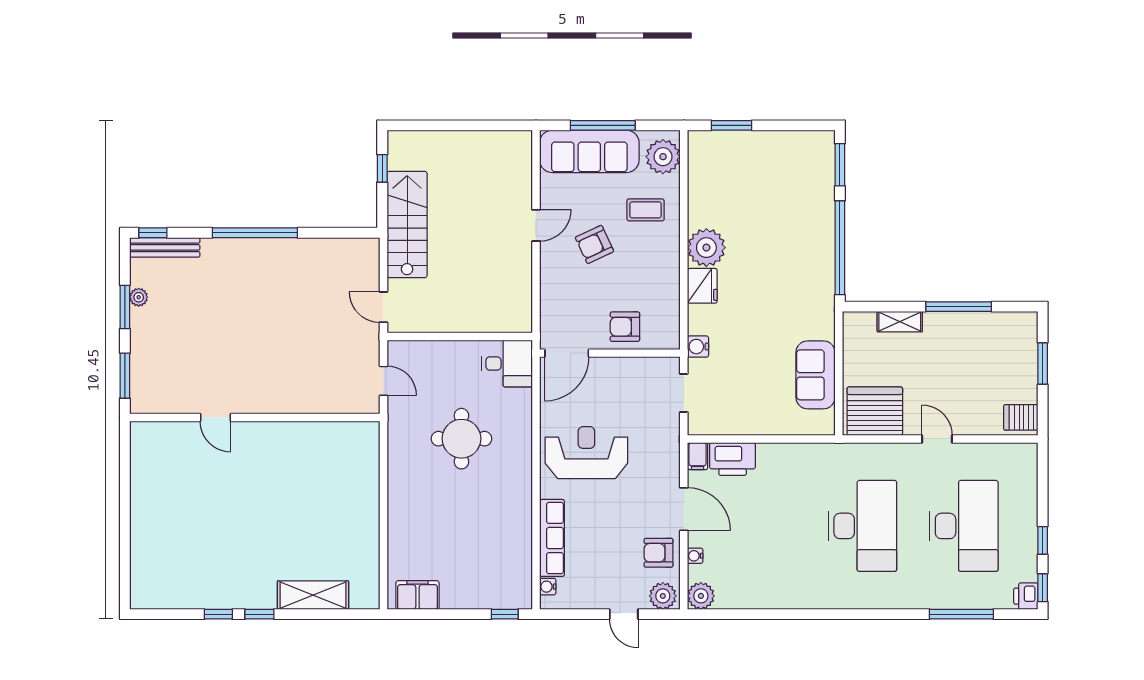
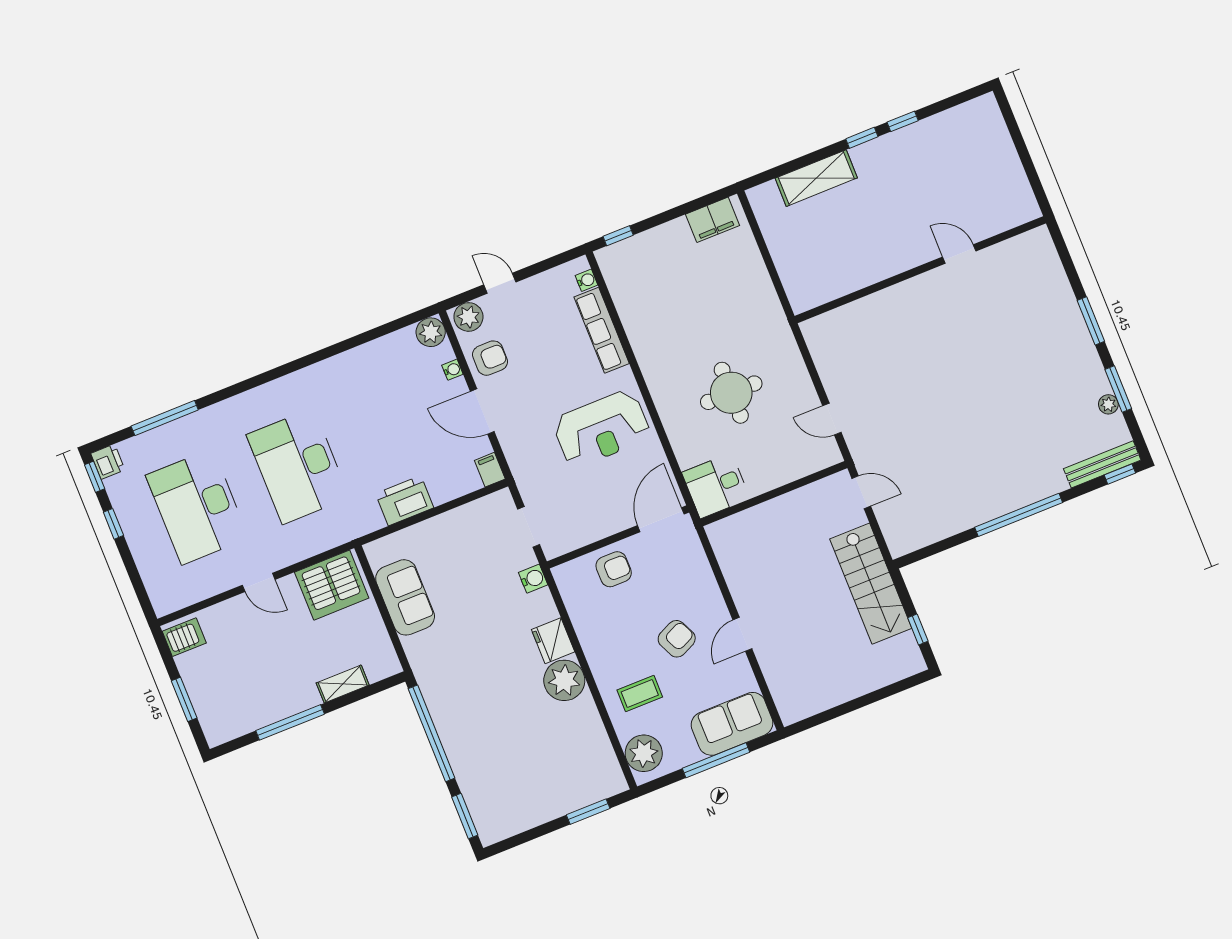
sofa: (589, 151) -> (732, 724), width x0.73
door: (216, 417) -> (959, 254), moved
wall: (255, 417) -> (920, 270), moved
printer: (733, 459) -> (405, 501), moved

